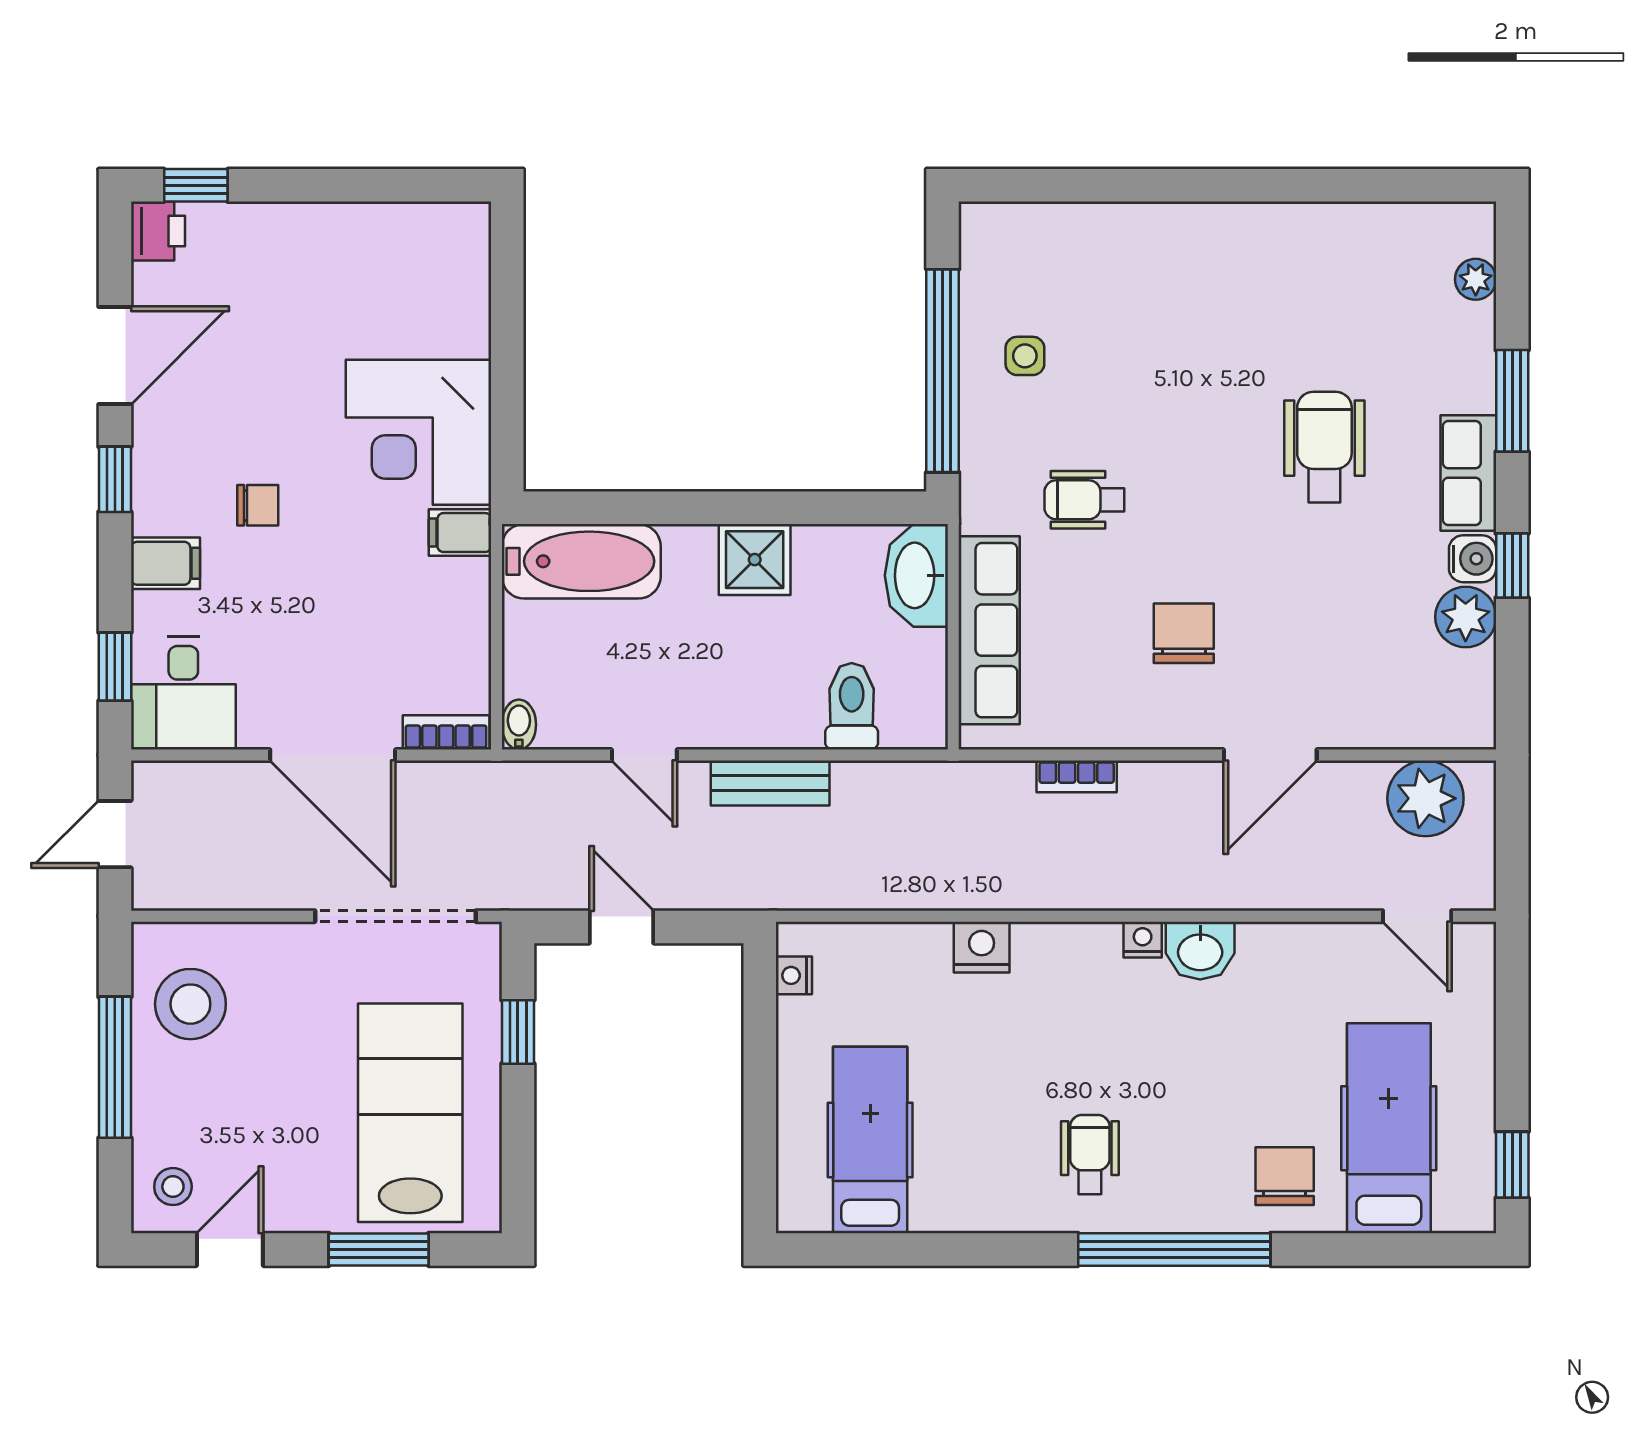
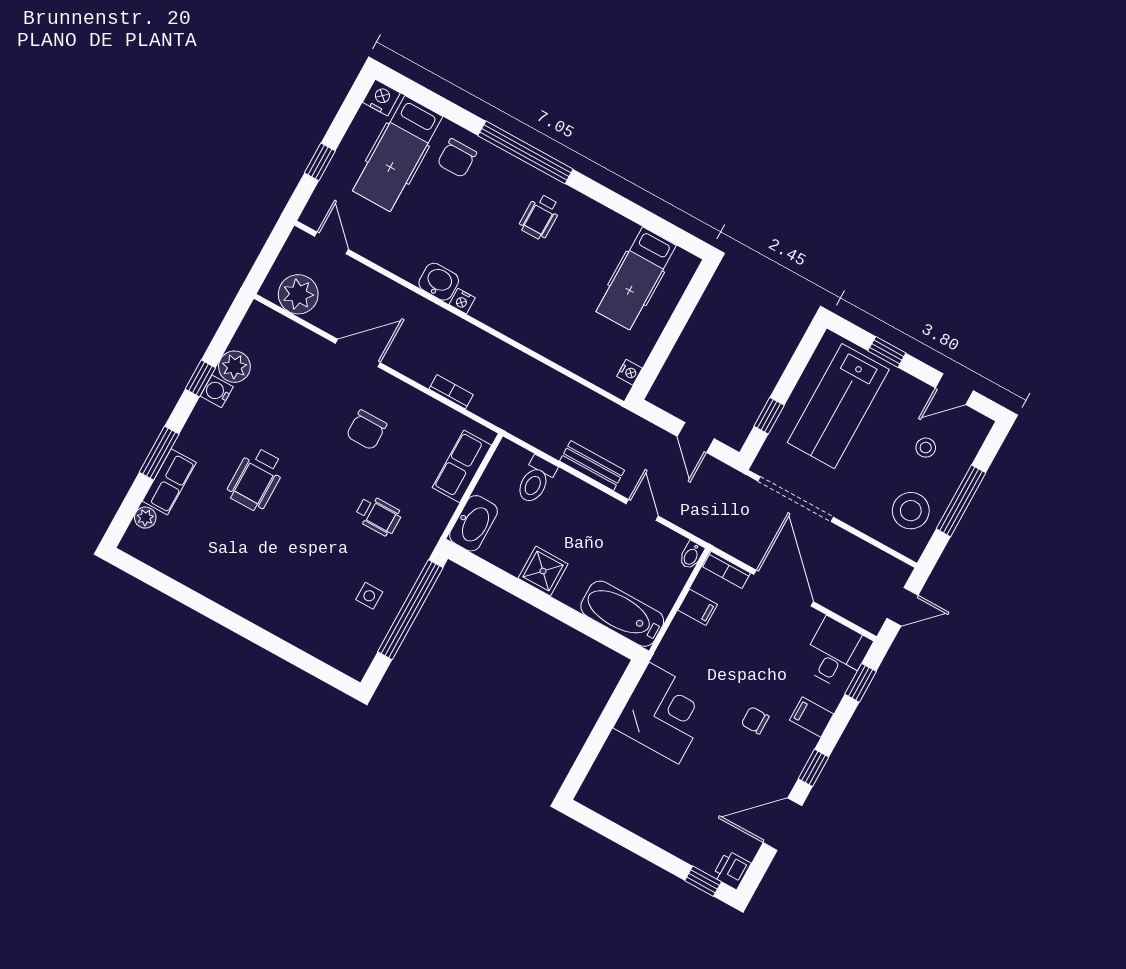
row of seats: (1468, 473) -> (169, 482), moved
filing cabinet: (460, 533) -> (698, 607), moved
row of seats: (989, 630) -> (462, 466), width x0.68
nightstand: (982, 947) -> (381, 98), moved, turned 180
window: (1512, 1165) -> (320, 162), moved
stool: (173, 1187) -> (926, 448), moved
window: (379, 1249) -> (887, 352), width x0.67

